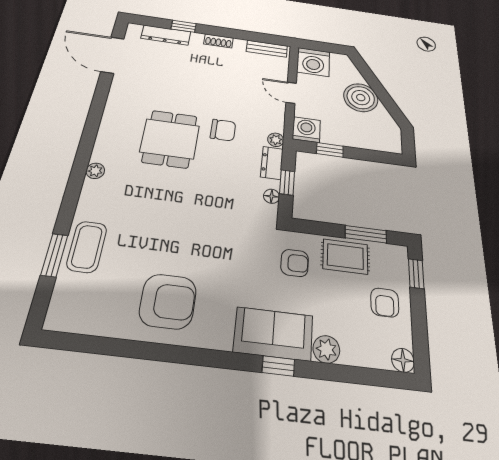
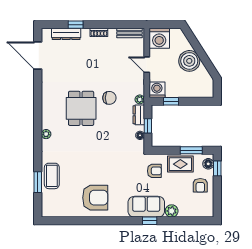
floor lamp: (403, 360) -> (208, 164), moved

